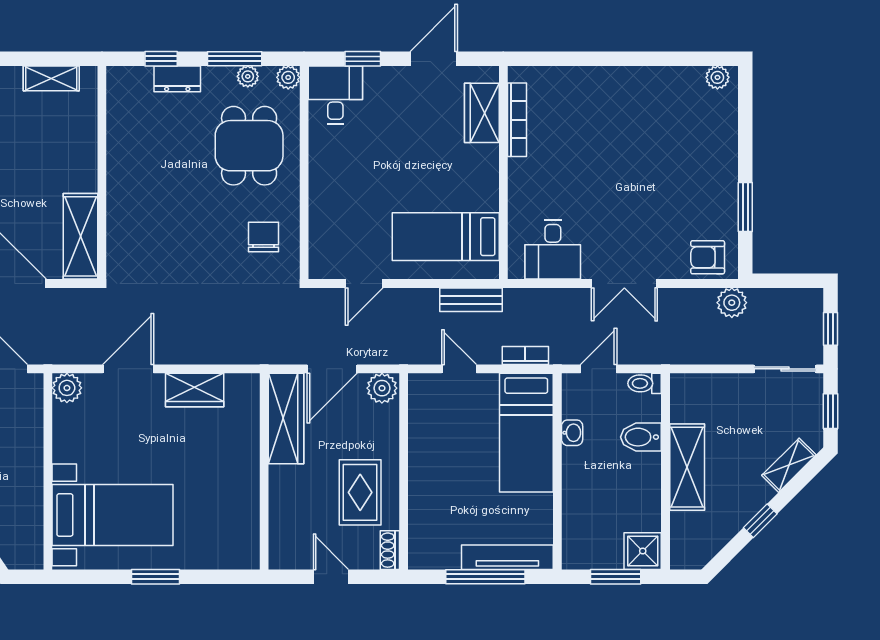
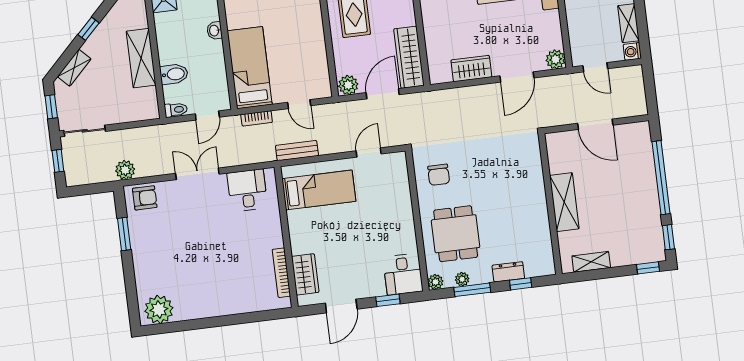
plant: (717, 77) -> (159, 310), width x1.88, depth x1.88
shelving: (81, 236) -> (564, 202), moved
washbasin: (572, 433) -> (214, 31), moved

